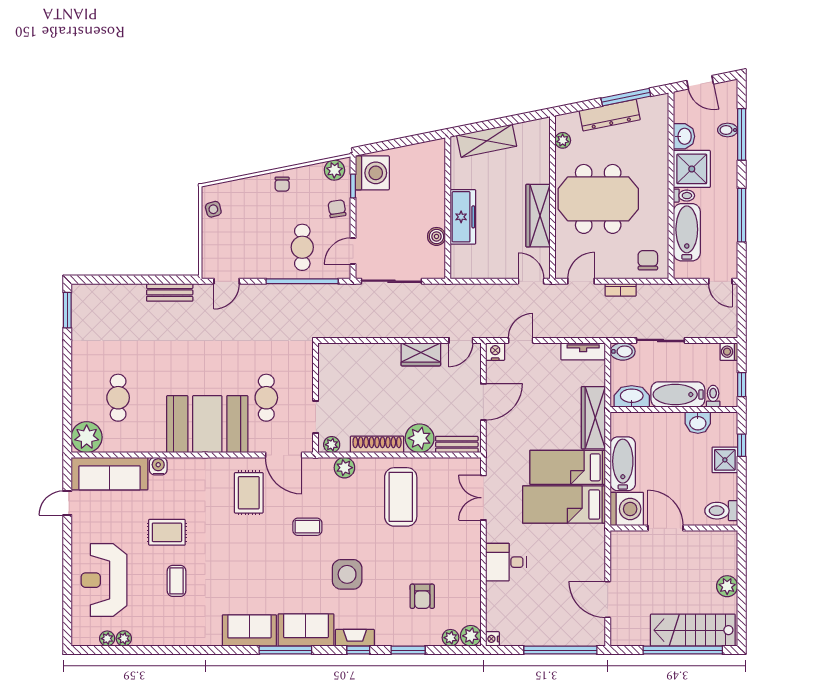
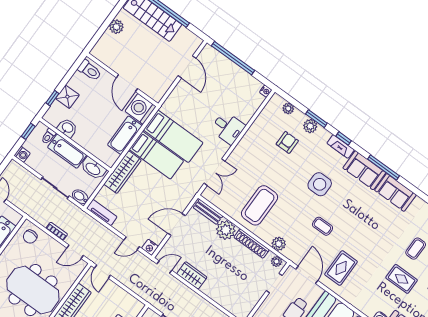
plant: (471, 636) -> (310, 126), moved

